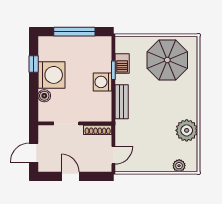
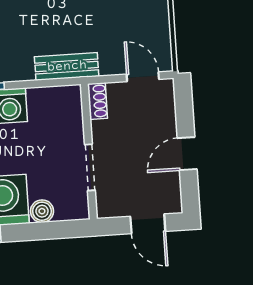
bench: (122, 102) -> (67, 66), moved
shoe rack: (98, 130) -> (98, 101), width x0.70

